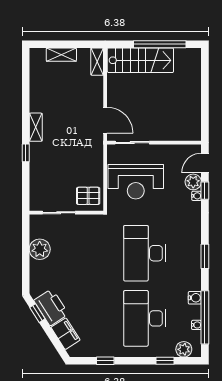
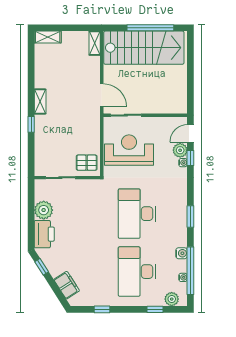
shelving: (61, 55) -> (48, 37), moved
stairs: (140, 60) -> (144, 48), width x1.36, depth x1.51
reception desk: (136, 182) -> (129, 150), turned 180
printer: (51, 307) -> (44, 234), moved, turned 33

